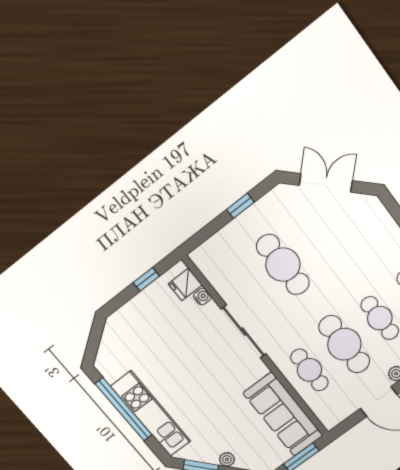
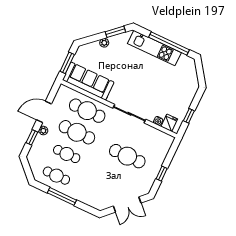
cafe table: (309, 370) -> (87, 111), width x1.37, depth x1.35

